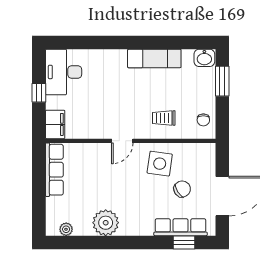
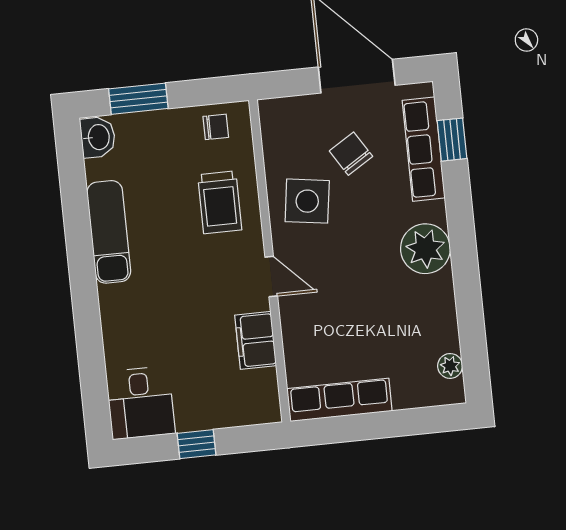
desk: (64, 72) -> (140, 403), width x0.73
trolley: (164, 118) -> (220, 202), width x1.36, depth x1.39
filing cabinet: (55, 124) -> (256, 340), moved, turned -90
plant: (106, 223) -> (425, 249), moved

